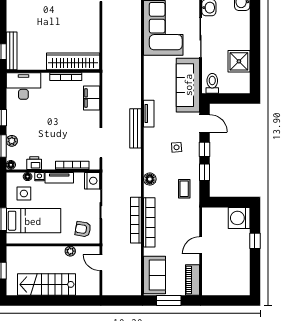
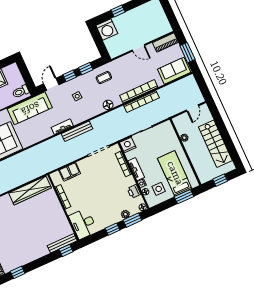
wardrobe: (73, 61) -> (30, 190), moved, turned -90
armchair: (83, 229) -> (165, 136), removed
door: (101, 263) -> (192, 108), moved

